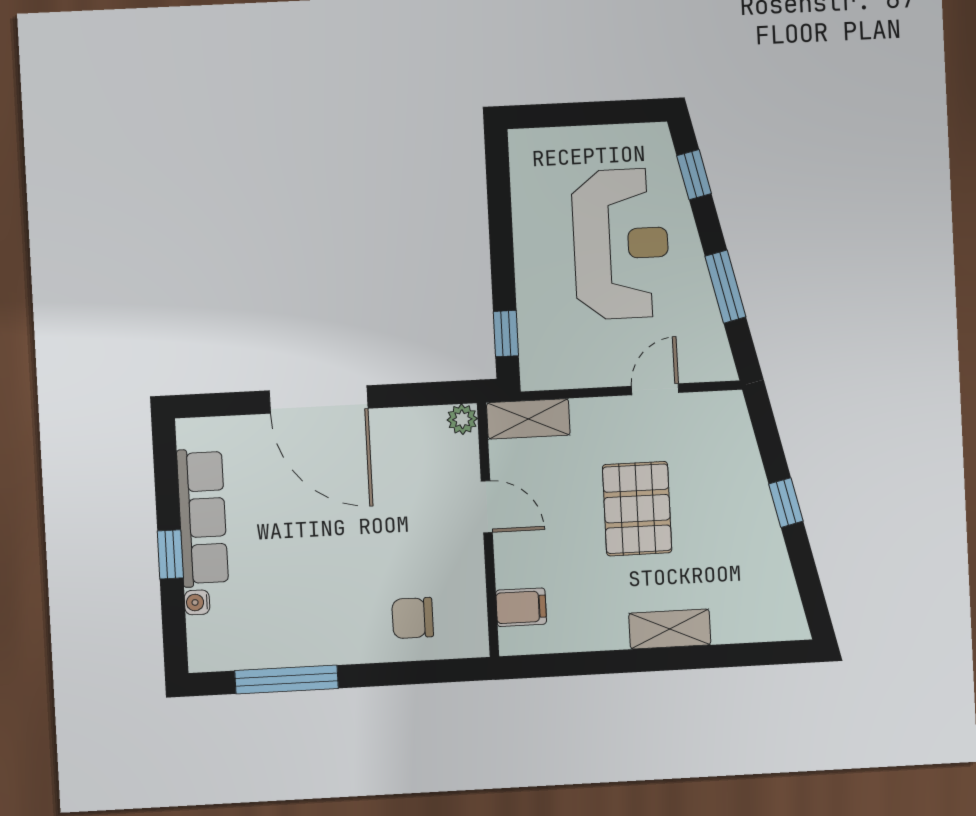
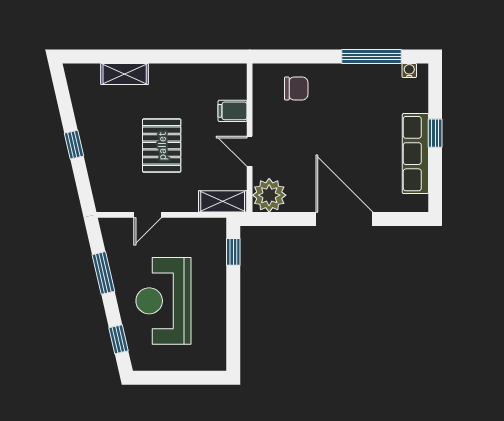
plant: (462, 419) -> (269, 195), width x1.87, depth x1.87
water cooler: (197, 602) -> (409, 70), moved, turned -90
filing cabinet: (521, 607) -> (232, 111), moved
shelving: (670, 629) -> (125, 74), moved

